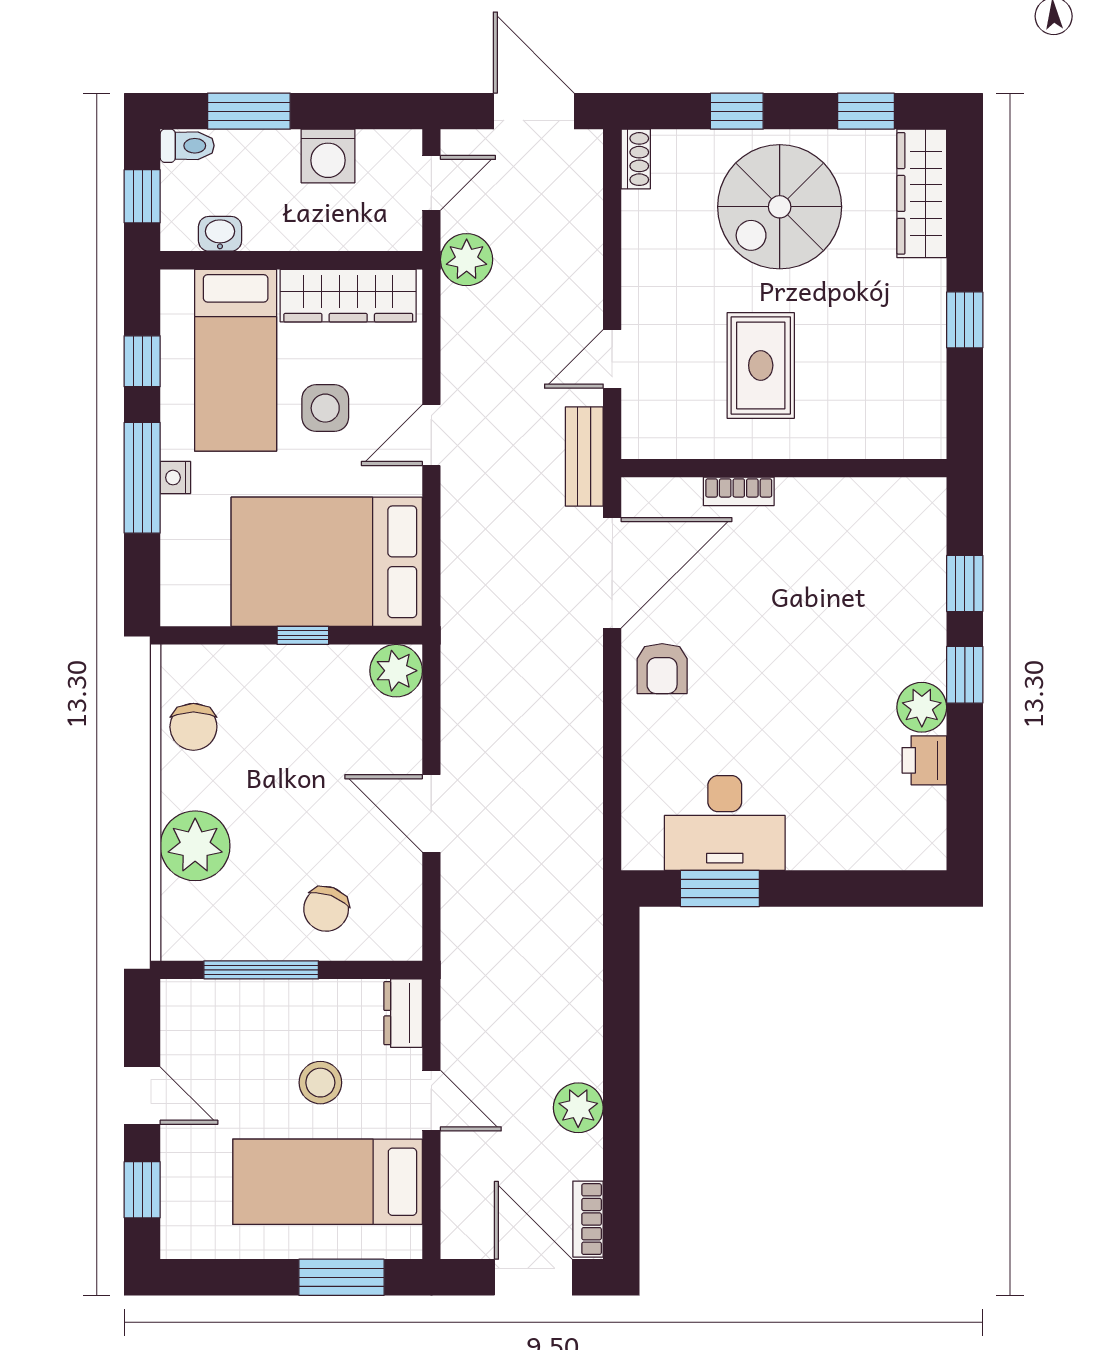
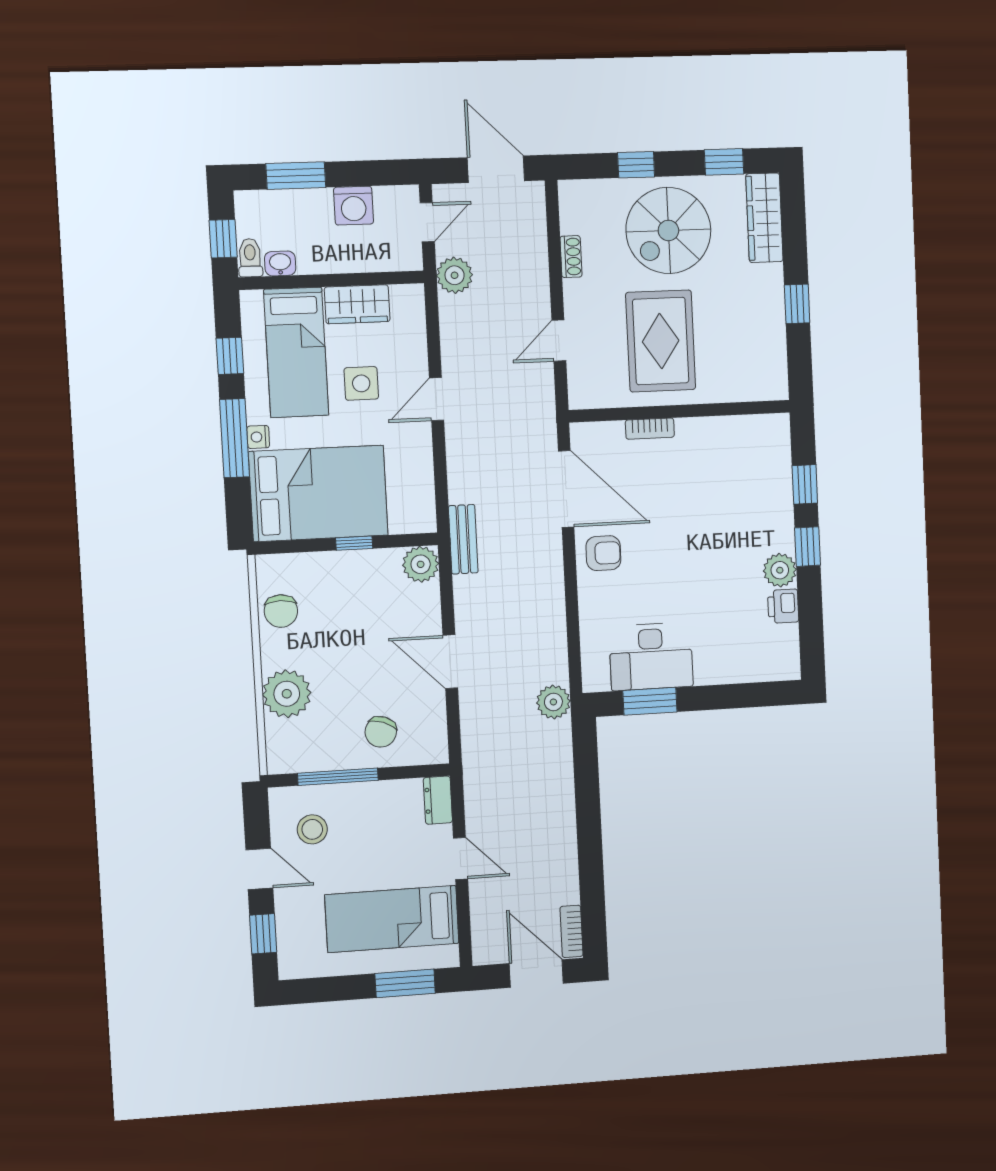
toilet: (187, 146) -> (250, 258), moved, turned -90
shoe rack: (636, 159) -> (571, 257), moved
wardrobe: (348, 296) -> (357, 304), width x0.67
rug: (761, 365) -> (661, 341), width x1.36, depth x1.43
bench: (584, 457) -> (463, 539), moved
bed: (327, 562) -> (318, 493), moved, turned 180
door: (612, 573) -> (566, 489), hinge flipped
armchair: (662, 669) -> (603, 553), turned -90
stool: (320, 1083) -> (312, 829), moved
plant: (578, 1108) -> (553, 702), moved

